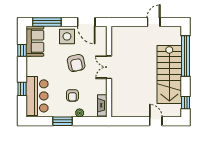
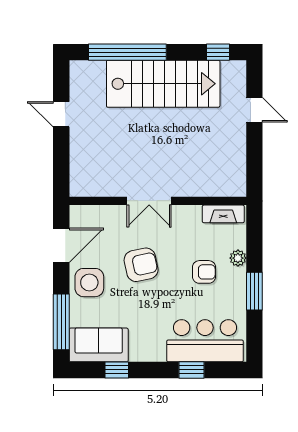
door: (156, 121) -> (254, 110), swing flipped

